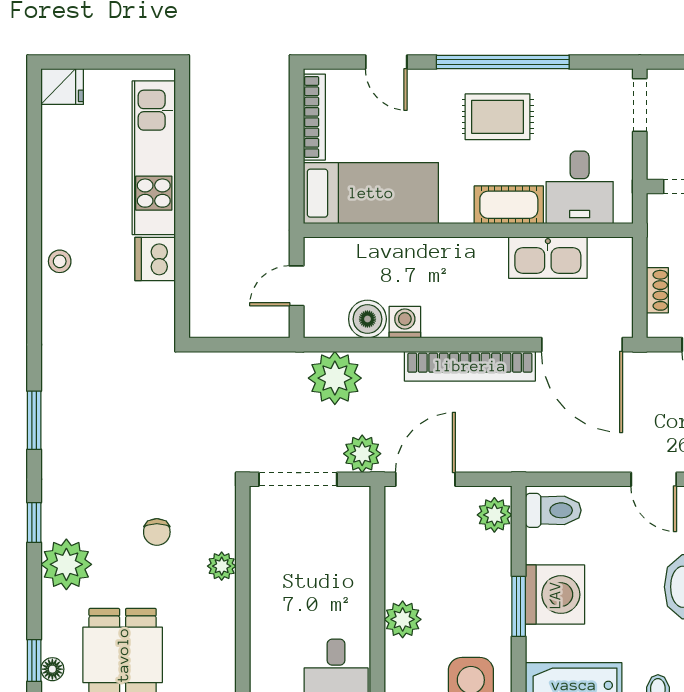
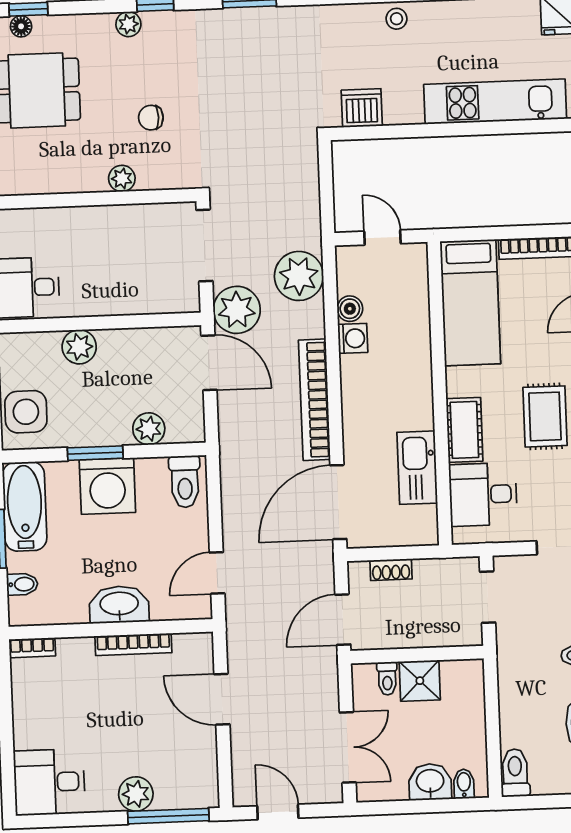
dishwasher: (155, 259) -> (362, 108), moved
boiler: (367, 319) -> (350, 309), width x0.73, depth x0.73
plant: (362, 454) -> (237, 310), width x1.36, depth x1.36
plant: (494, 515) -> (149, 429), moved
plant: (66, 564) -> (128, 24), width x0.53, depth x0.53

